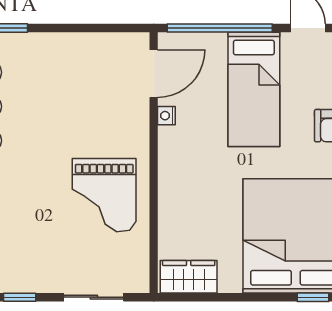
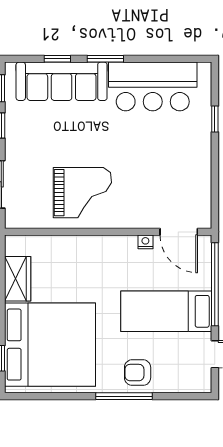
grand piano: (104, 195) -> (82, 193), turned 180
wardrobe: (189, 277) -> (18, 279), moved

